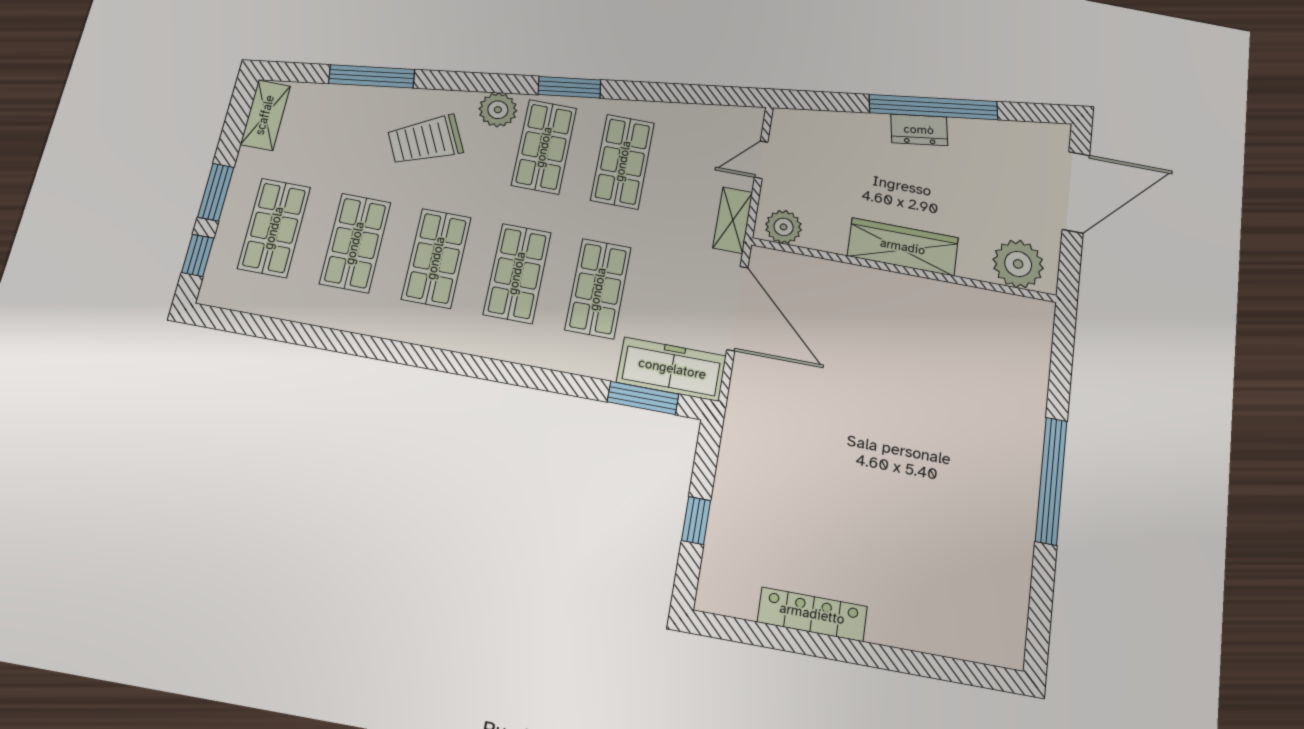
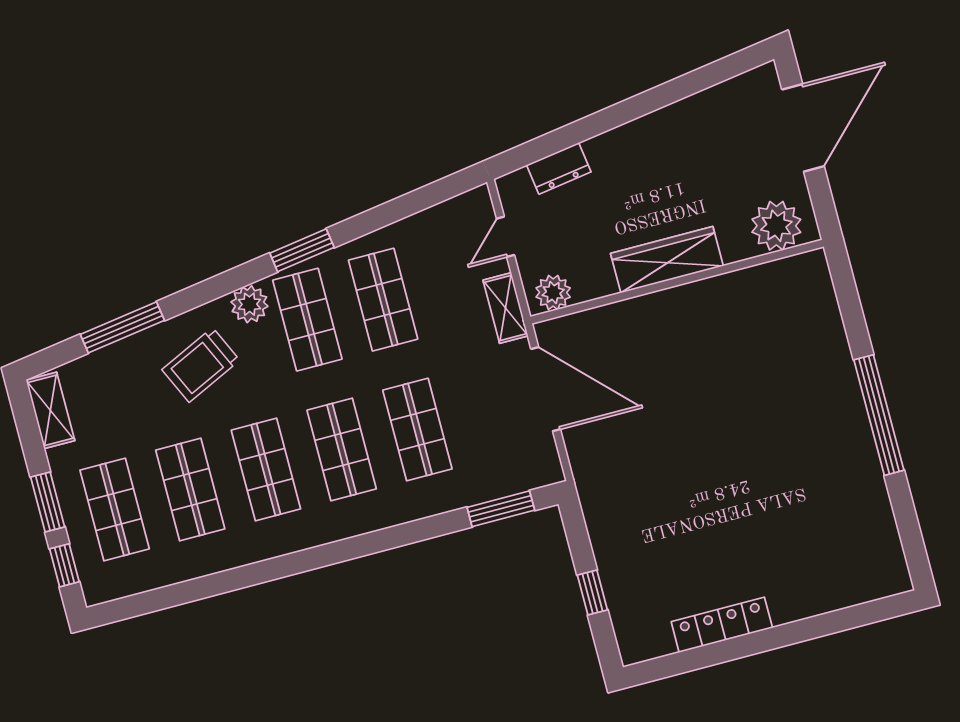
window: (934, 107) -> (640, 105), removed
dresser: (919, 130) -> (559, 168), moved
freezer: (672, 369) -> (513, 472), removed

